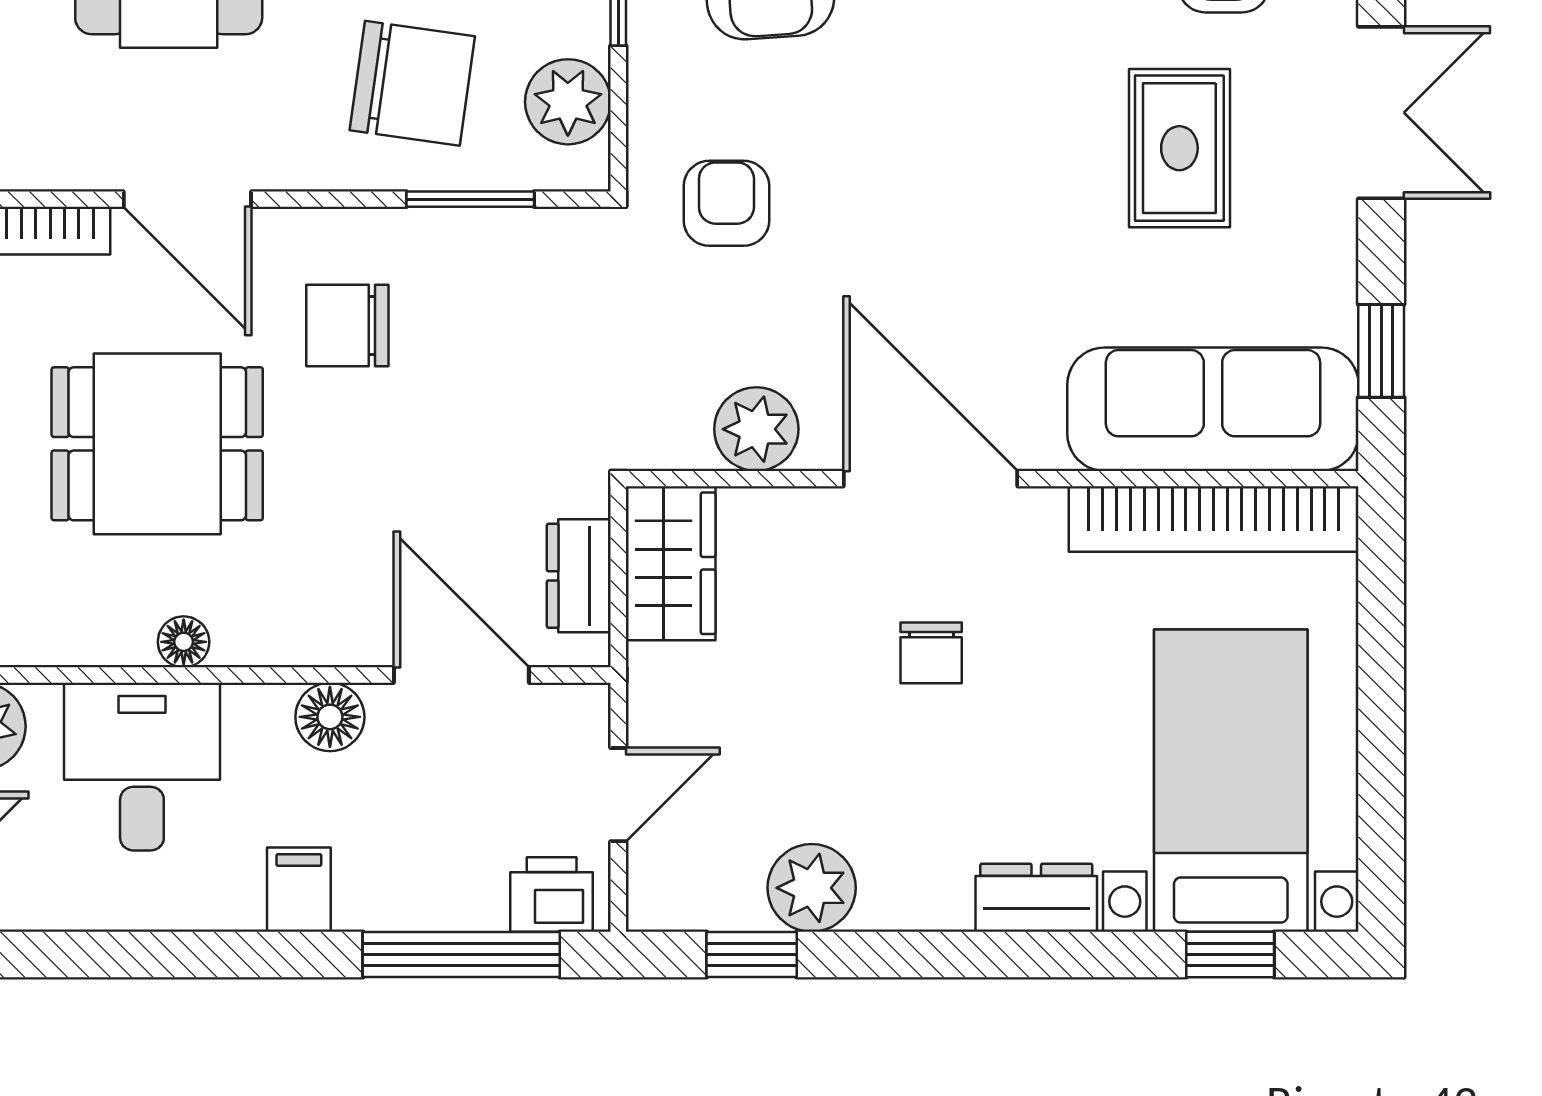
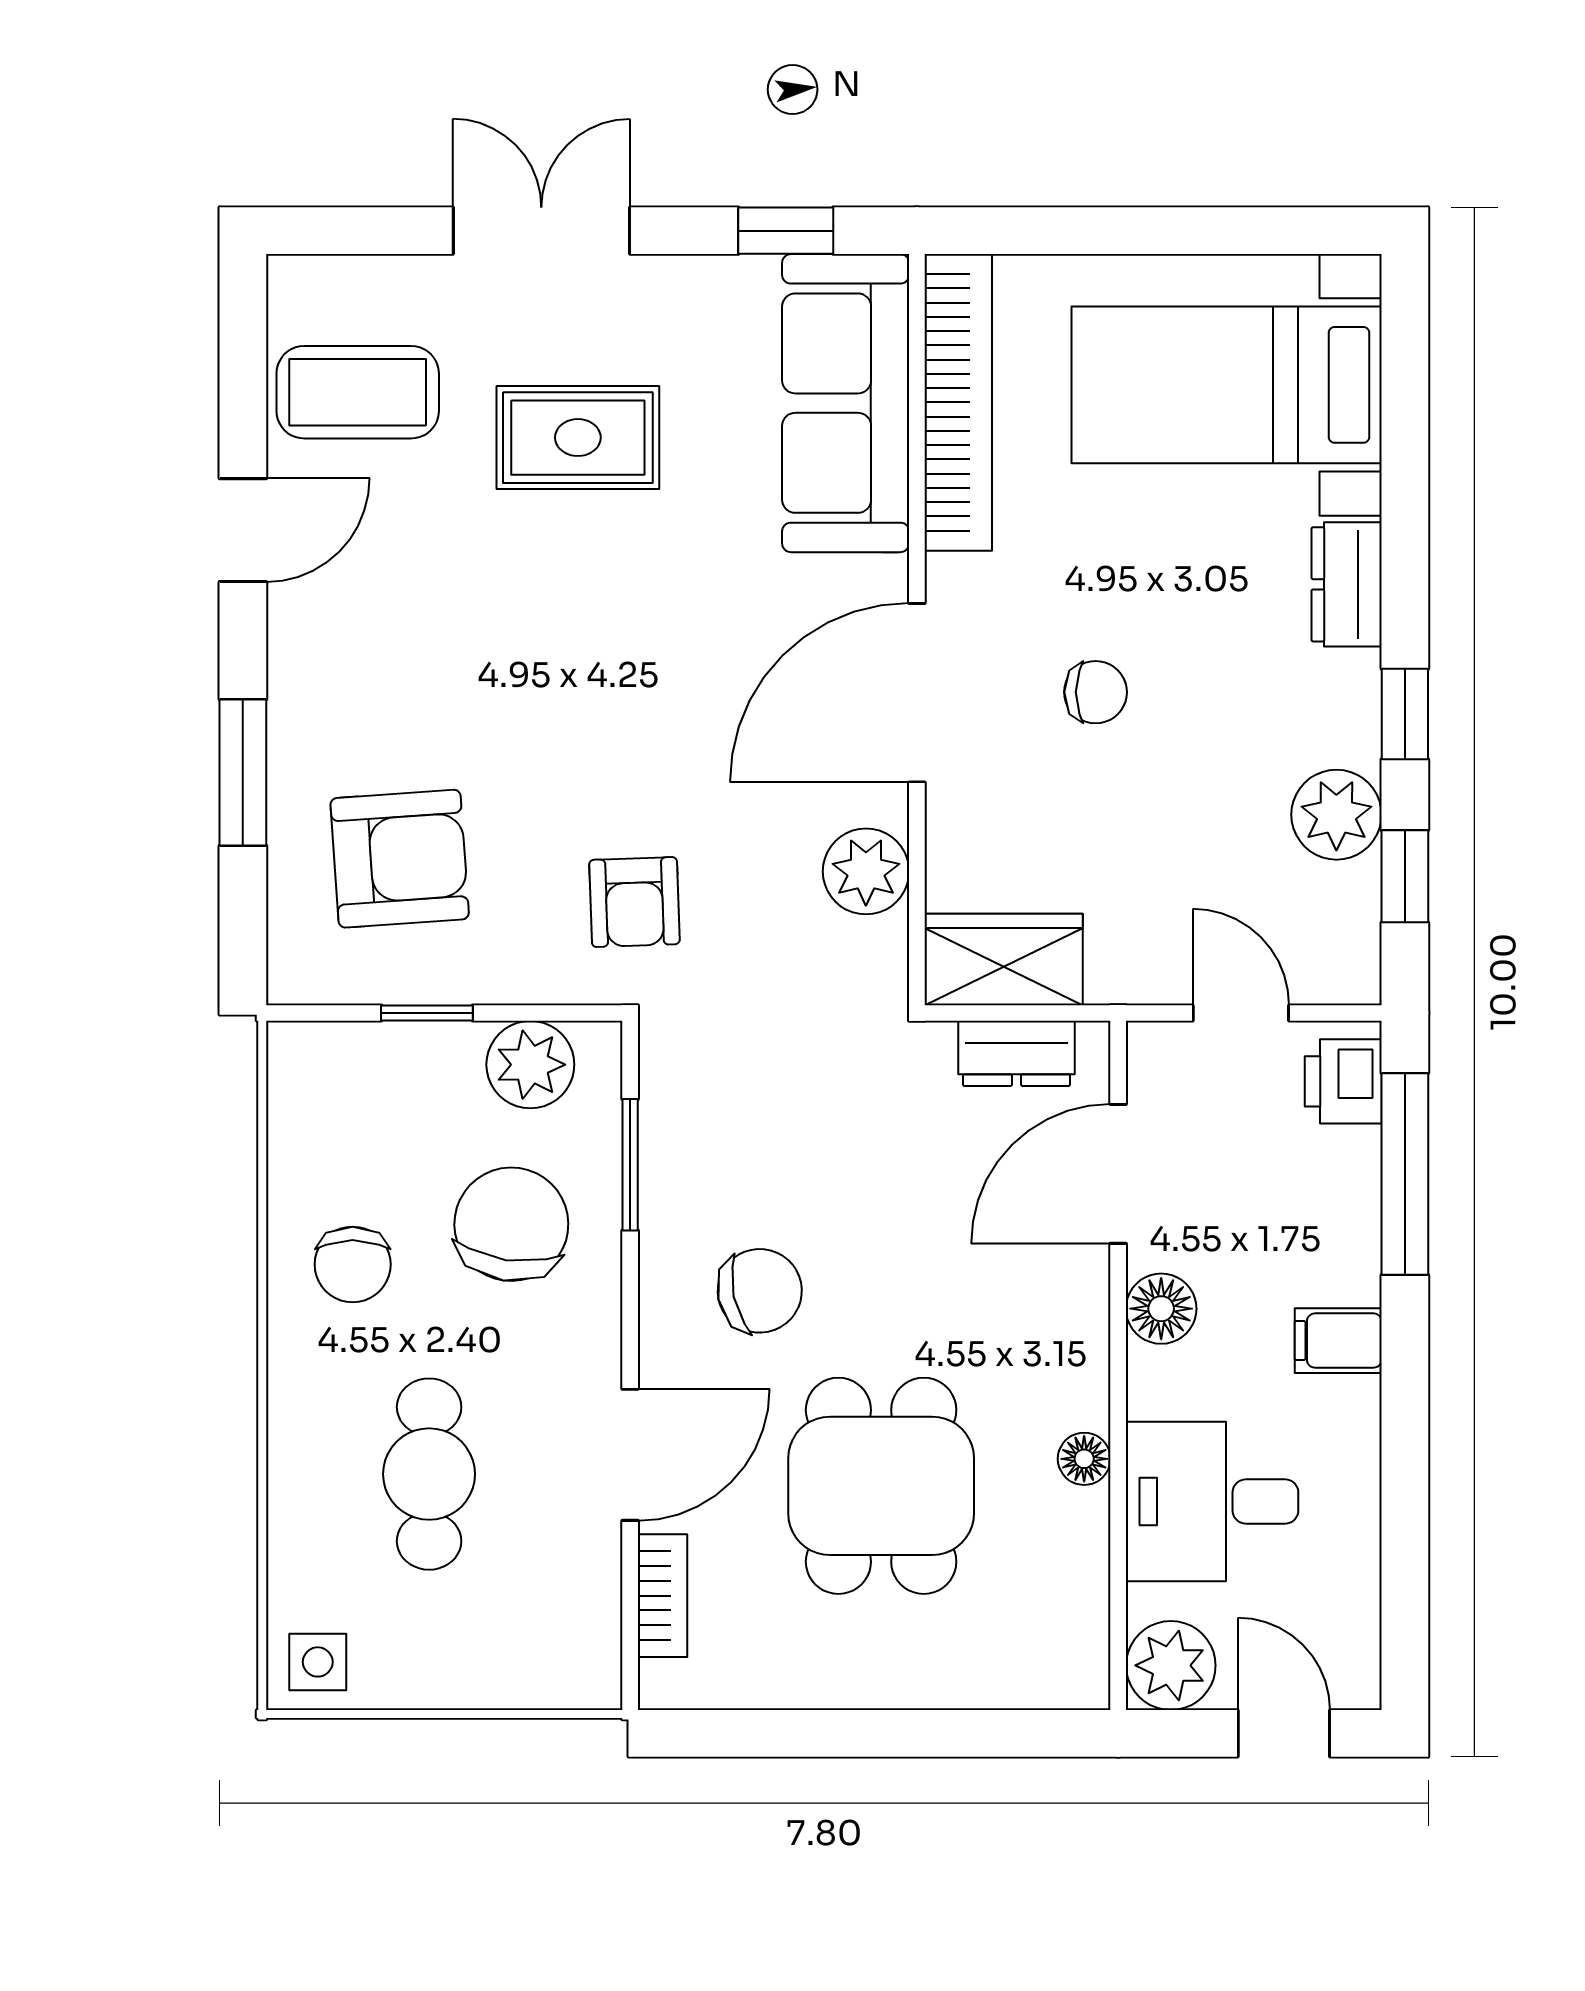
armchair: (726, 203) -> (634, 902), turned -92
chair: (347, 325) -> (760, 1291), turned -102
window: (1230, 954) -> (1405, 714), moved

